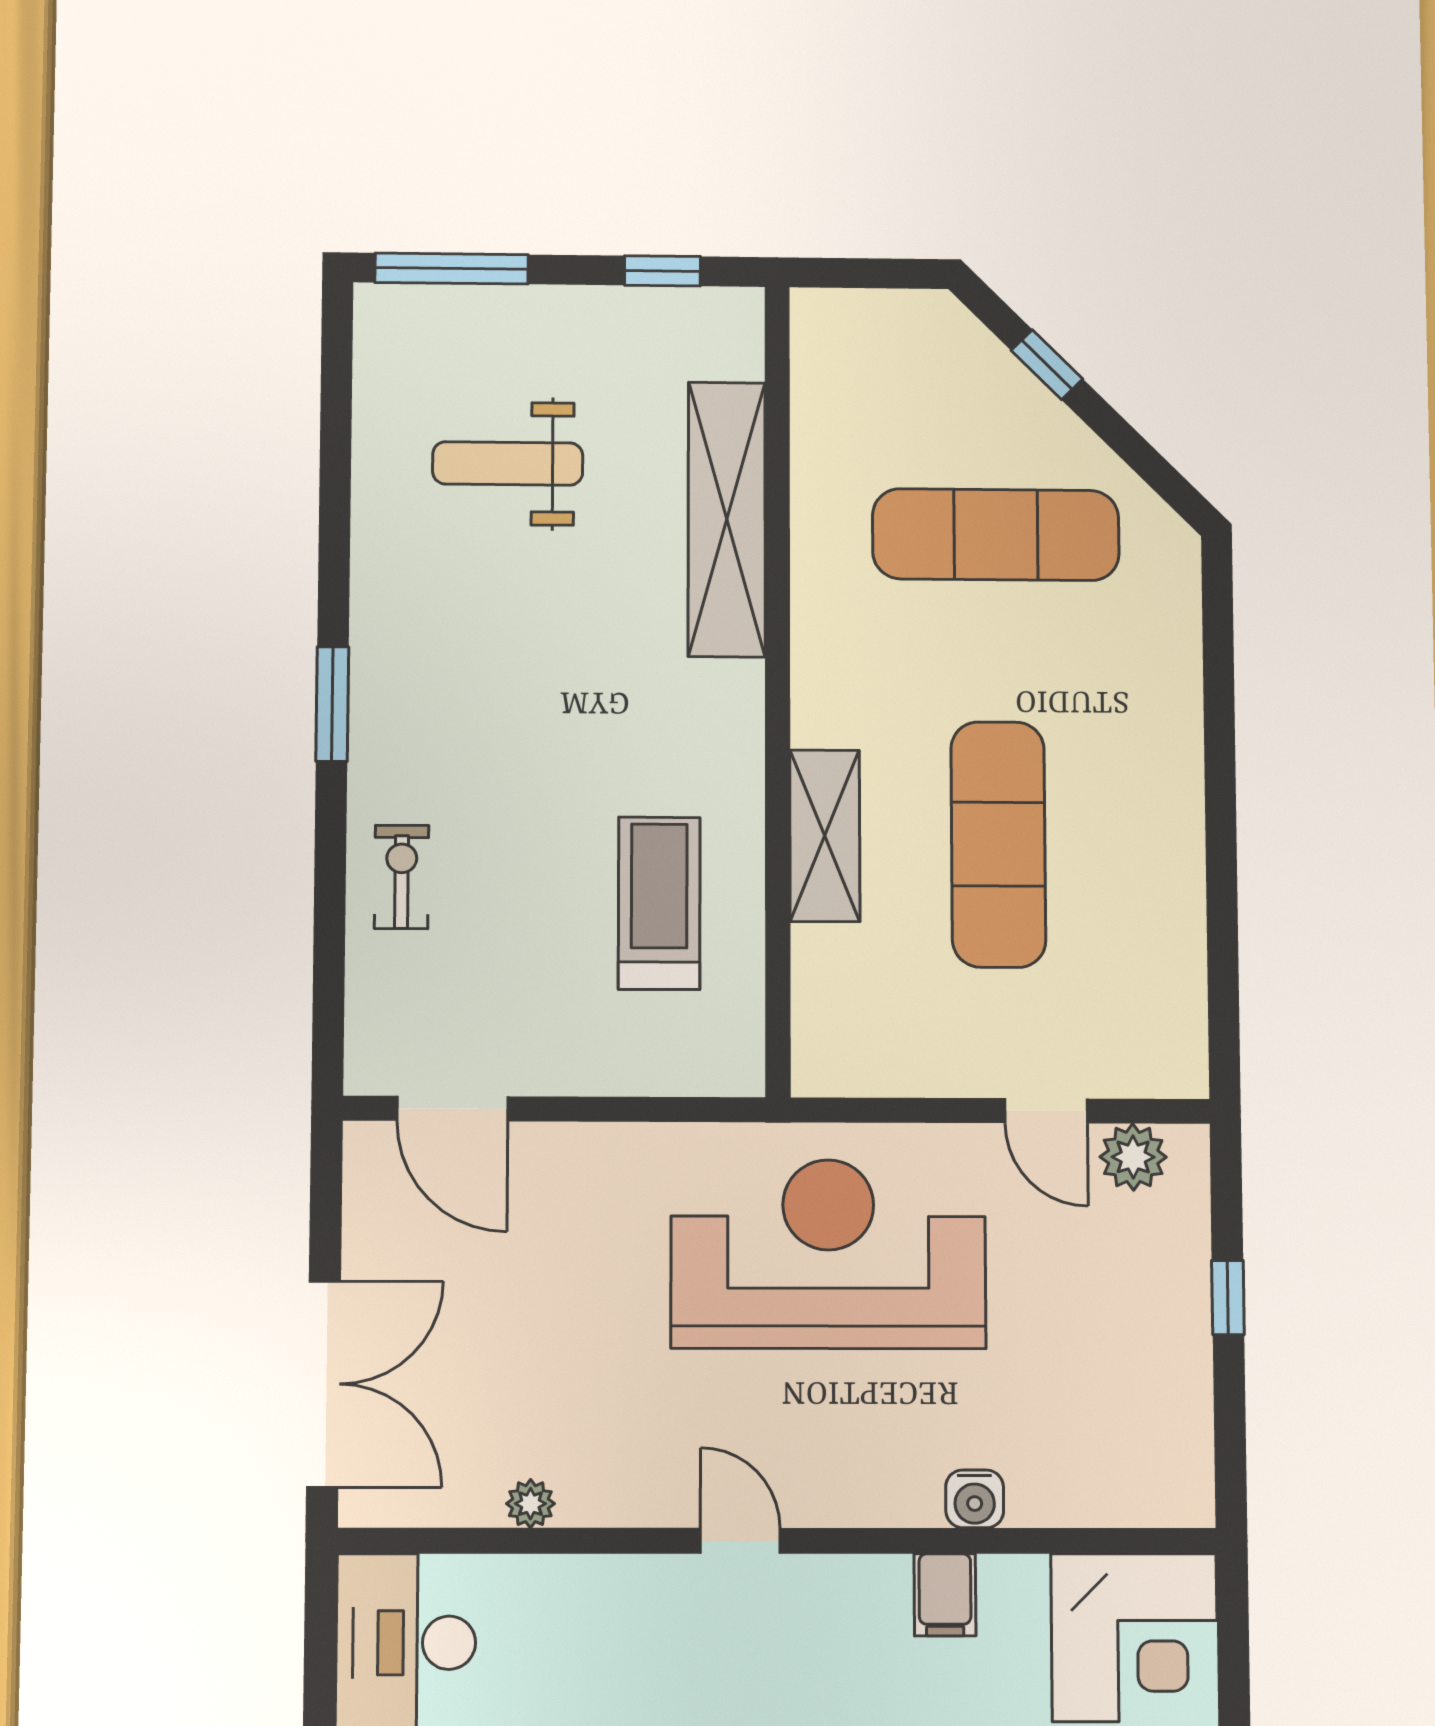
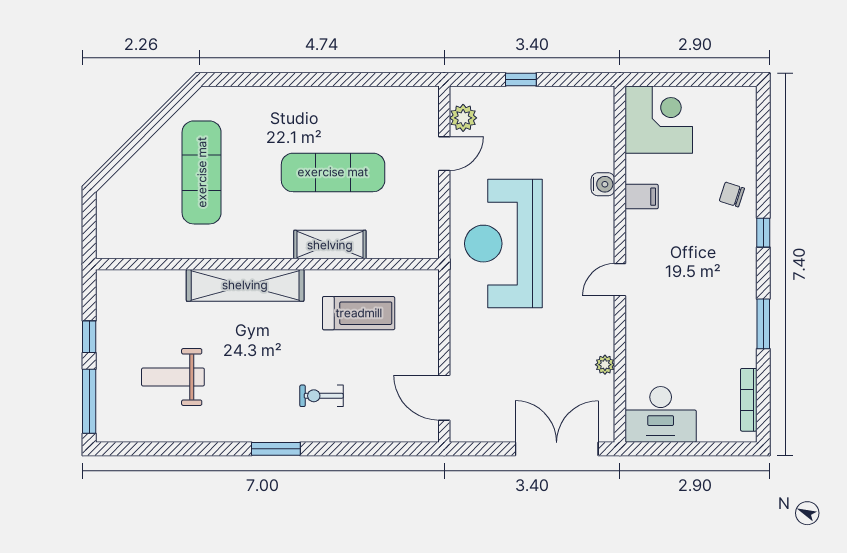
window: (662, 271) -> (89, 337), moved
window: (1047, 365) -> (128, 150), removed
weight bench: (508, 463) -> (173, 377), turned 90
shelving: (727, 519) -> (245, 285), moved
exercise bike: (402, 877) -> (322, 396), moved
treadmill: (659, 903) -> (359, 313), turned 180
door: (452, 1109) -> (444, 398), swing flipped

